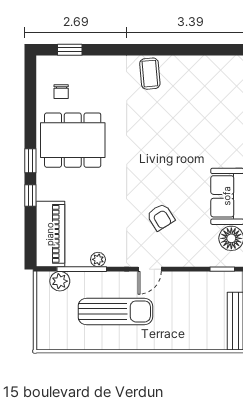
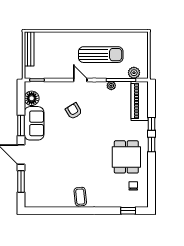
dining table: (73, 140) -> (126, 157), width x0.73
door: (150, 269) -> (80, 80), hinge flipped
sun lounger: (115, 311) -> (101, 55), turned 180

